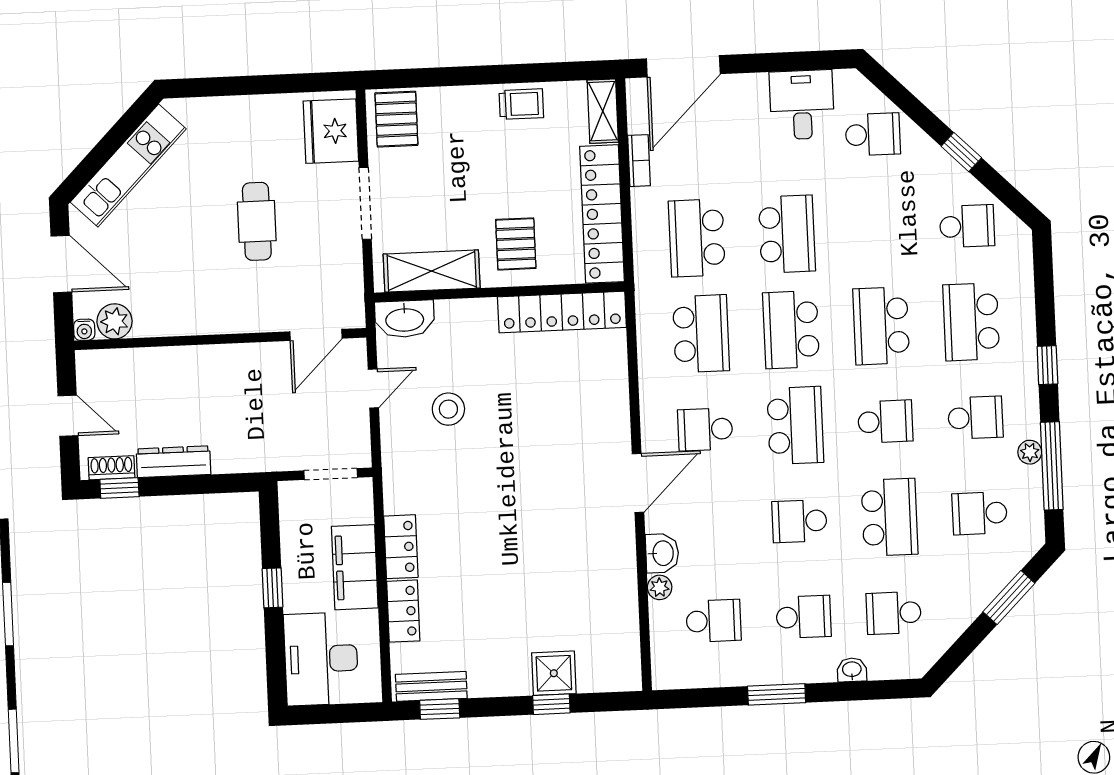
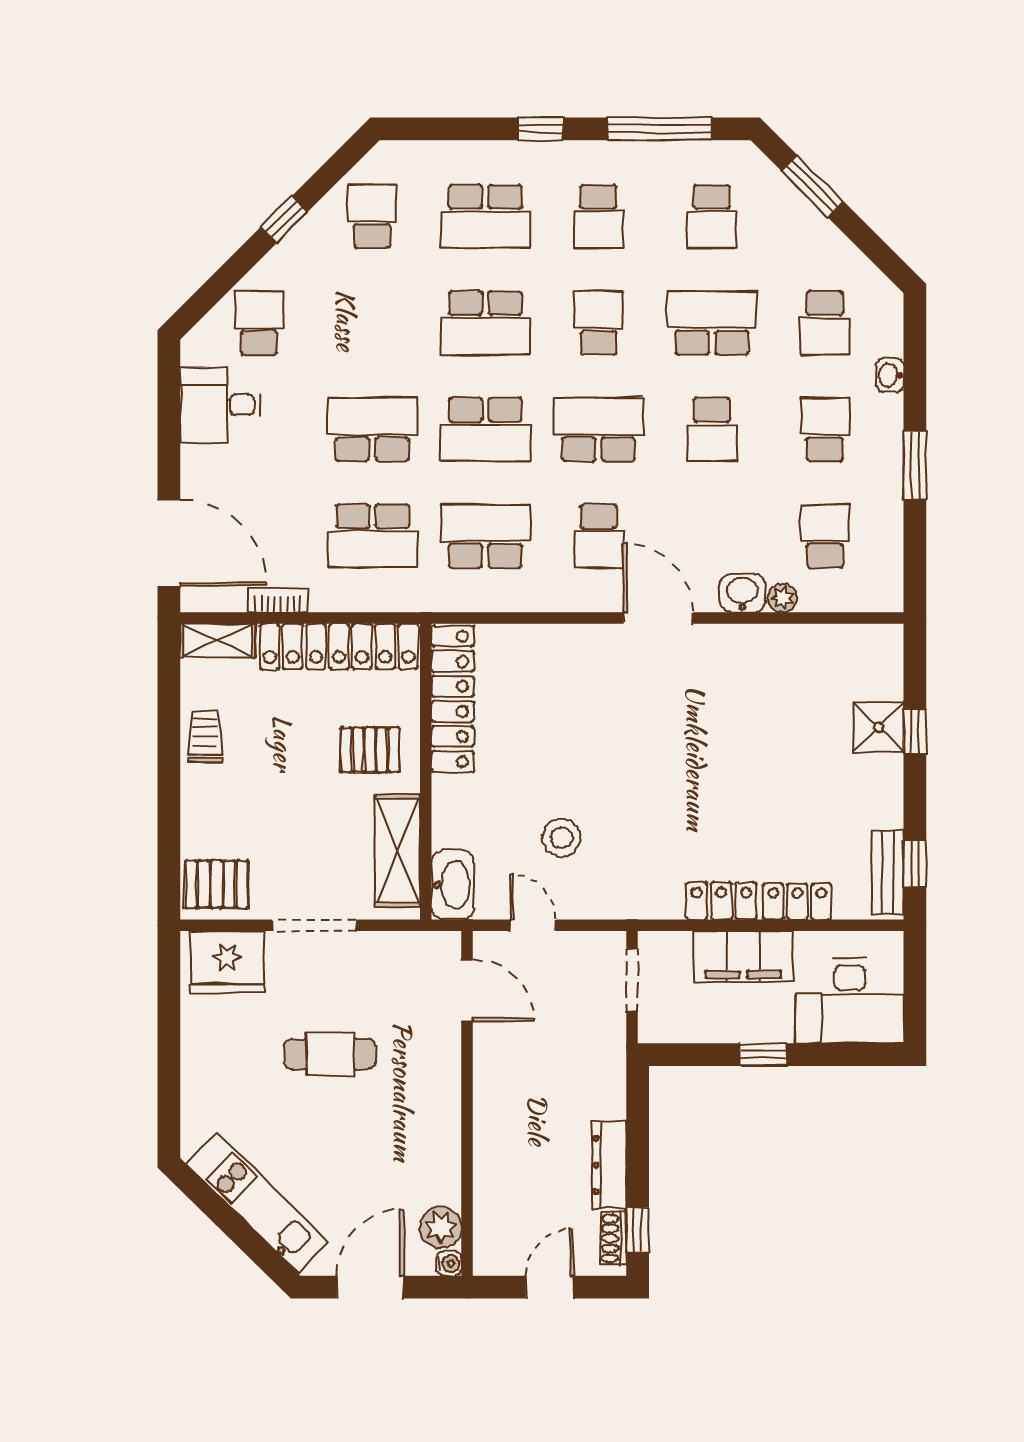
school desk: (975, 418) -> (599, 216), turned 180
plant: (1030, 452) -> (642, 154), removed

